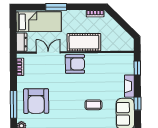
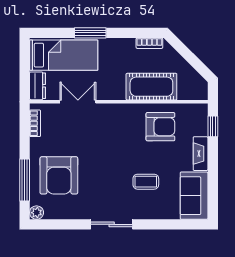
cot: (84, 42) -> (151, 87), moved
armchair: (75, 64) -> (160, 127), moved
window: (138, 104) -> (213, 180), removed

